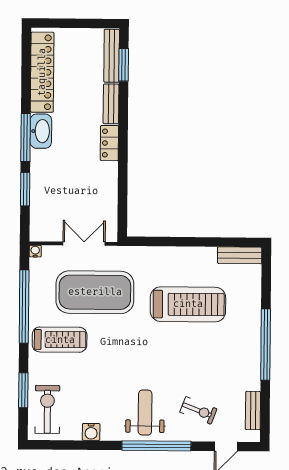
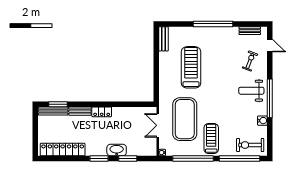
washbasin: (41, 131) -> (117, 150), moved
window: (26, 137) -> (99, 158), width x0.69
window: (23, 390) -> (240, 158), width x2.11
window: (156, 446) -> (270, 98), moved

